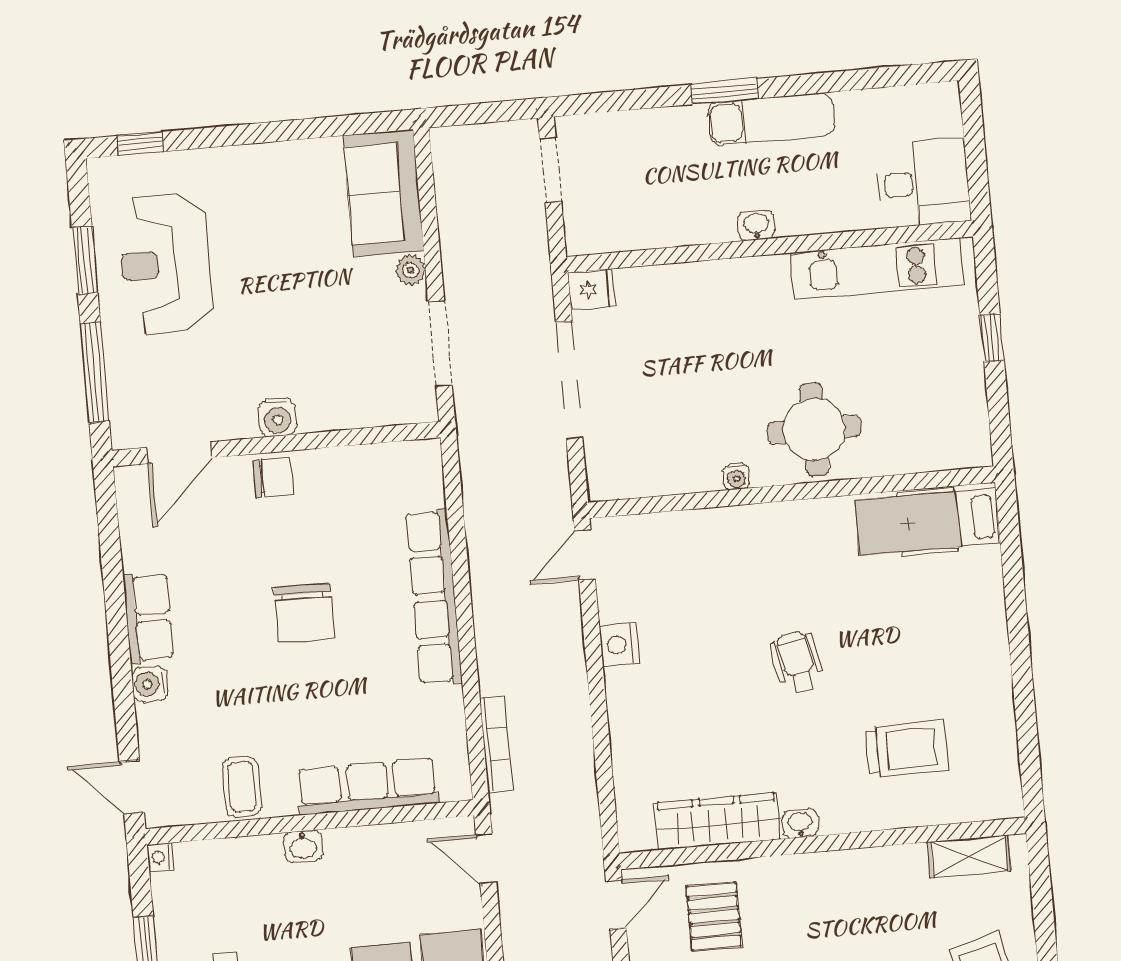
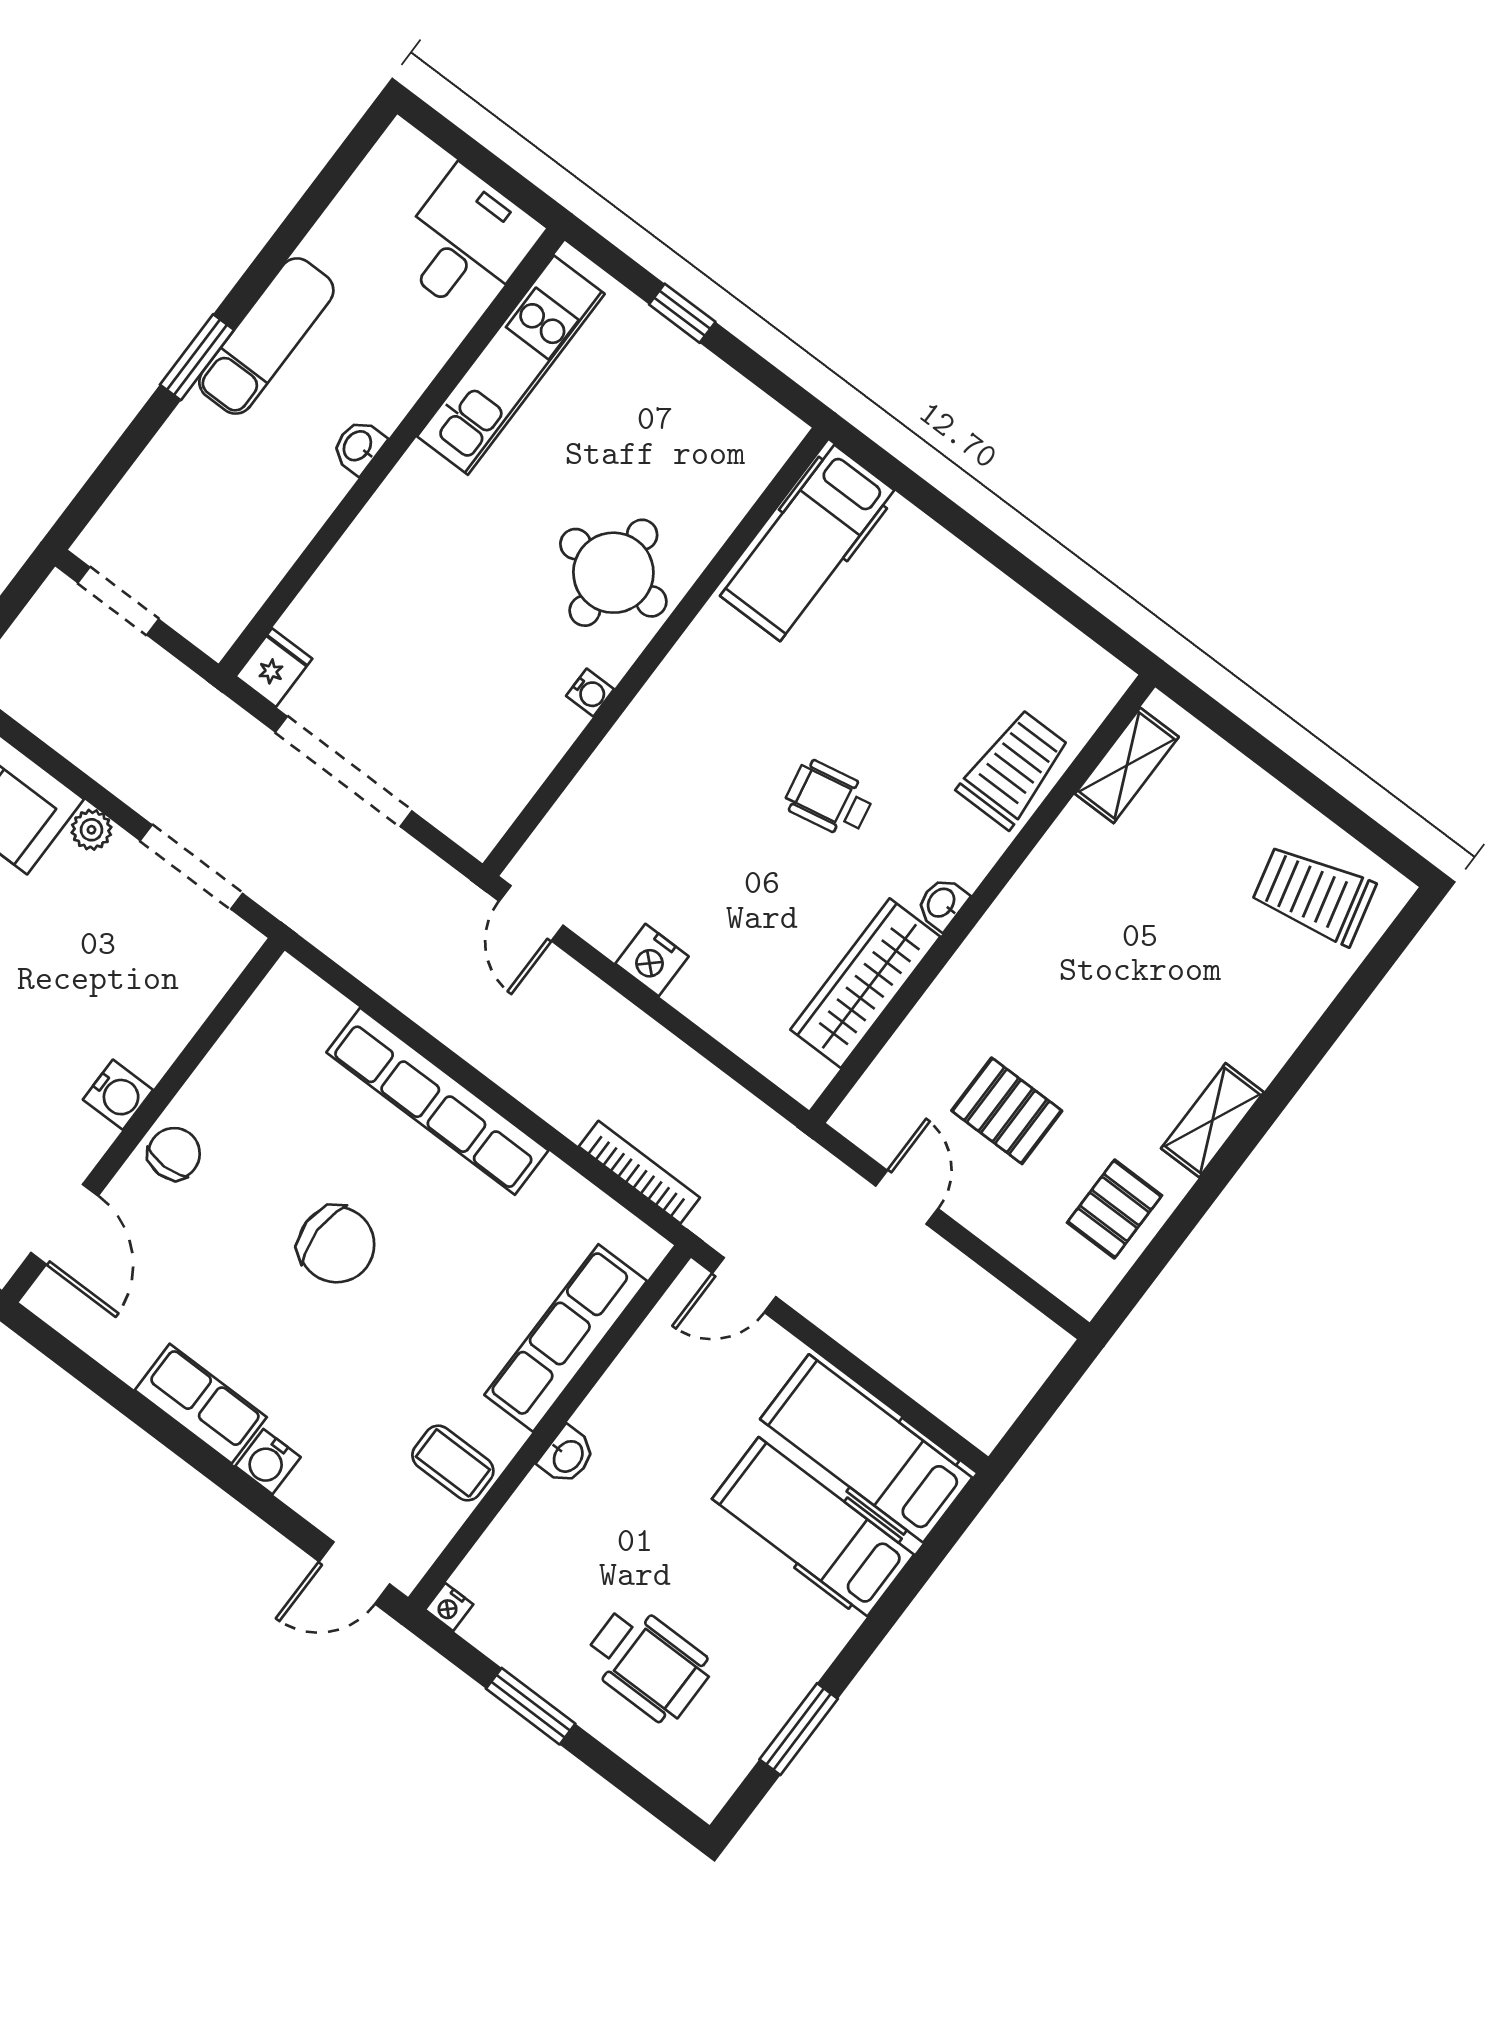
wardrobe: (718, 821) -> (865, 983), moved
washbasin: (800, 823) -> (942, 903), moved
wall: (823, 843) -> (982, 899), moved
shelving: (969, 856) -> (1127, 765), moved

